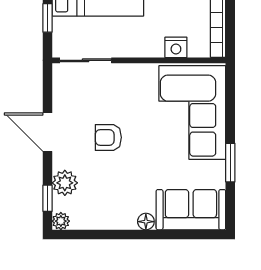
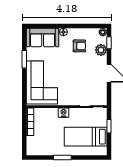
nightstand: (176, 47) -> (64, 113), moved
armchair: (108, 137) -> (79, 46), moved

